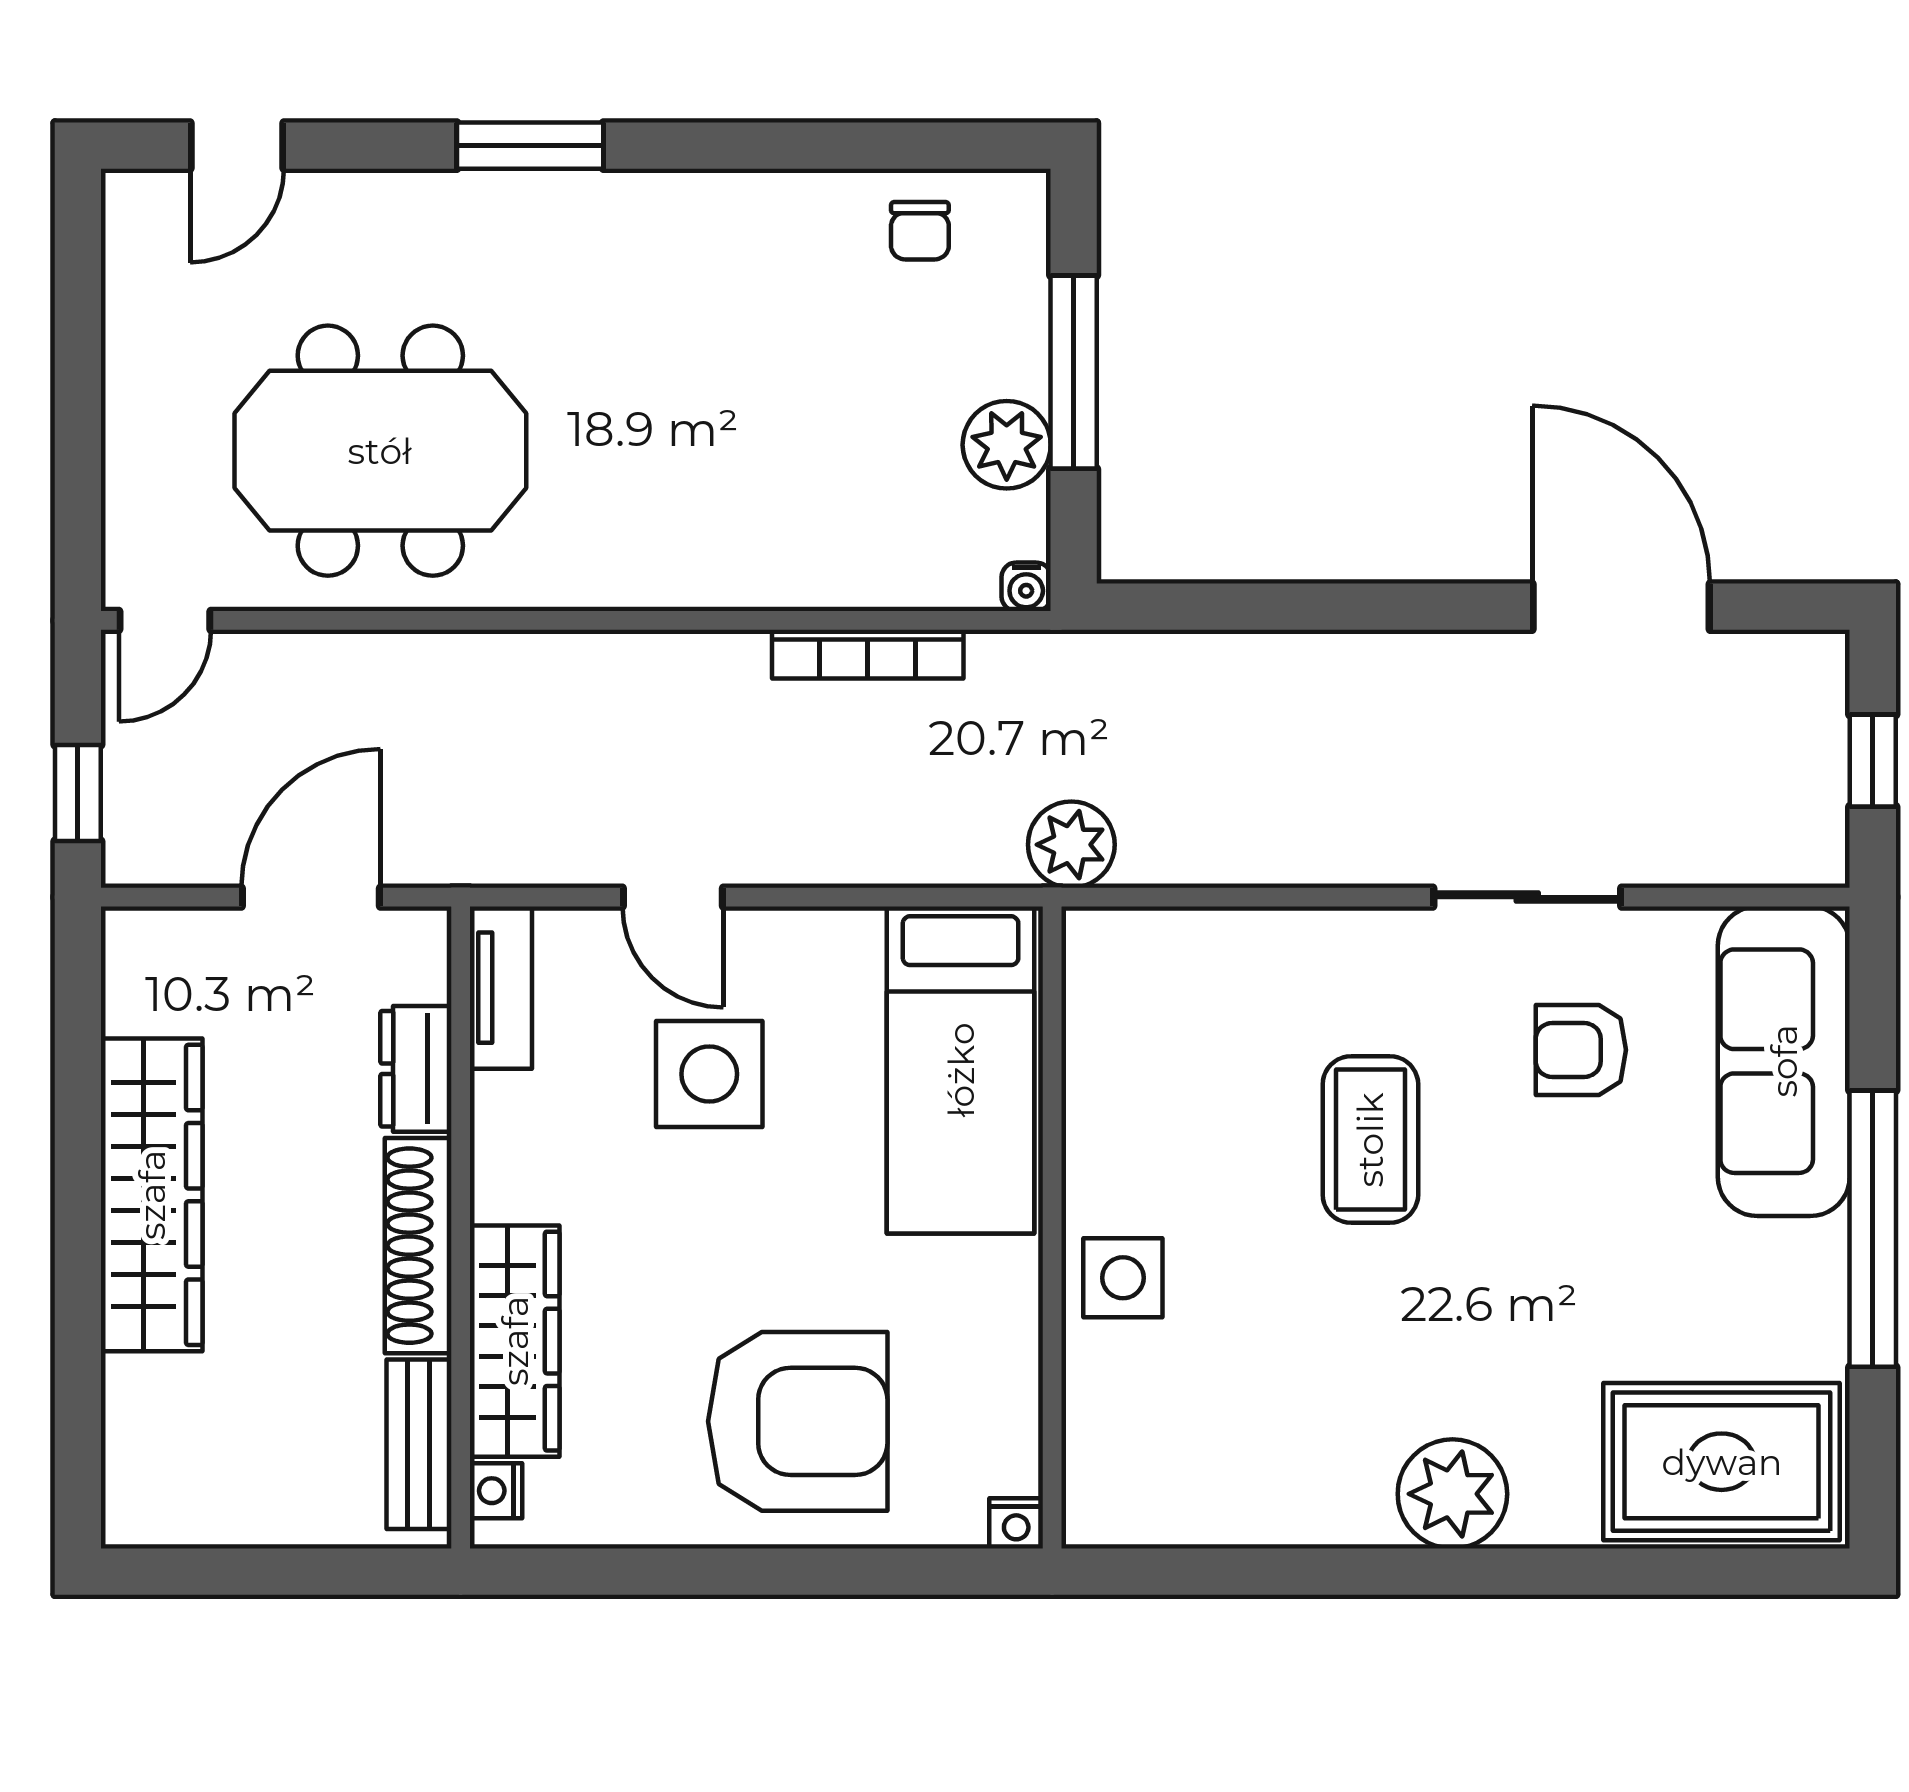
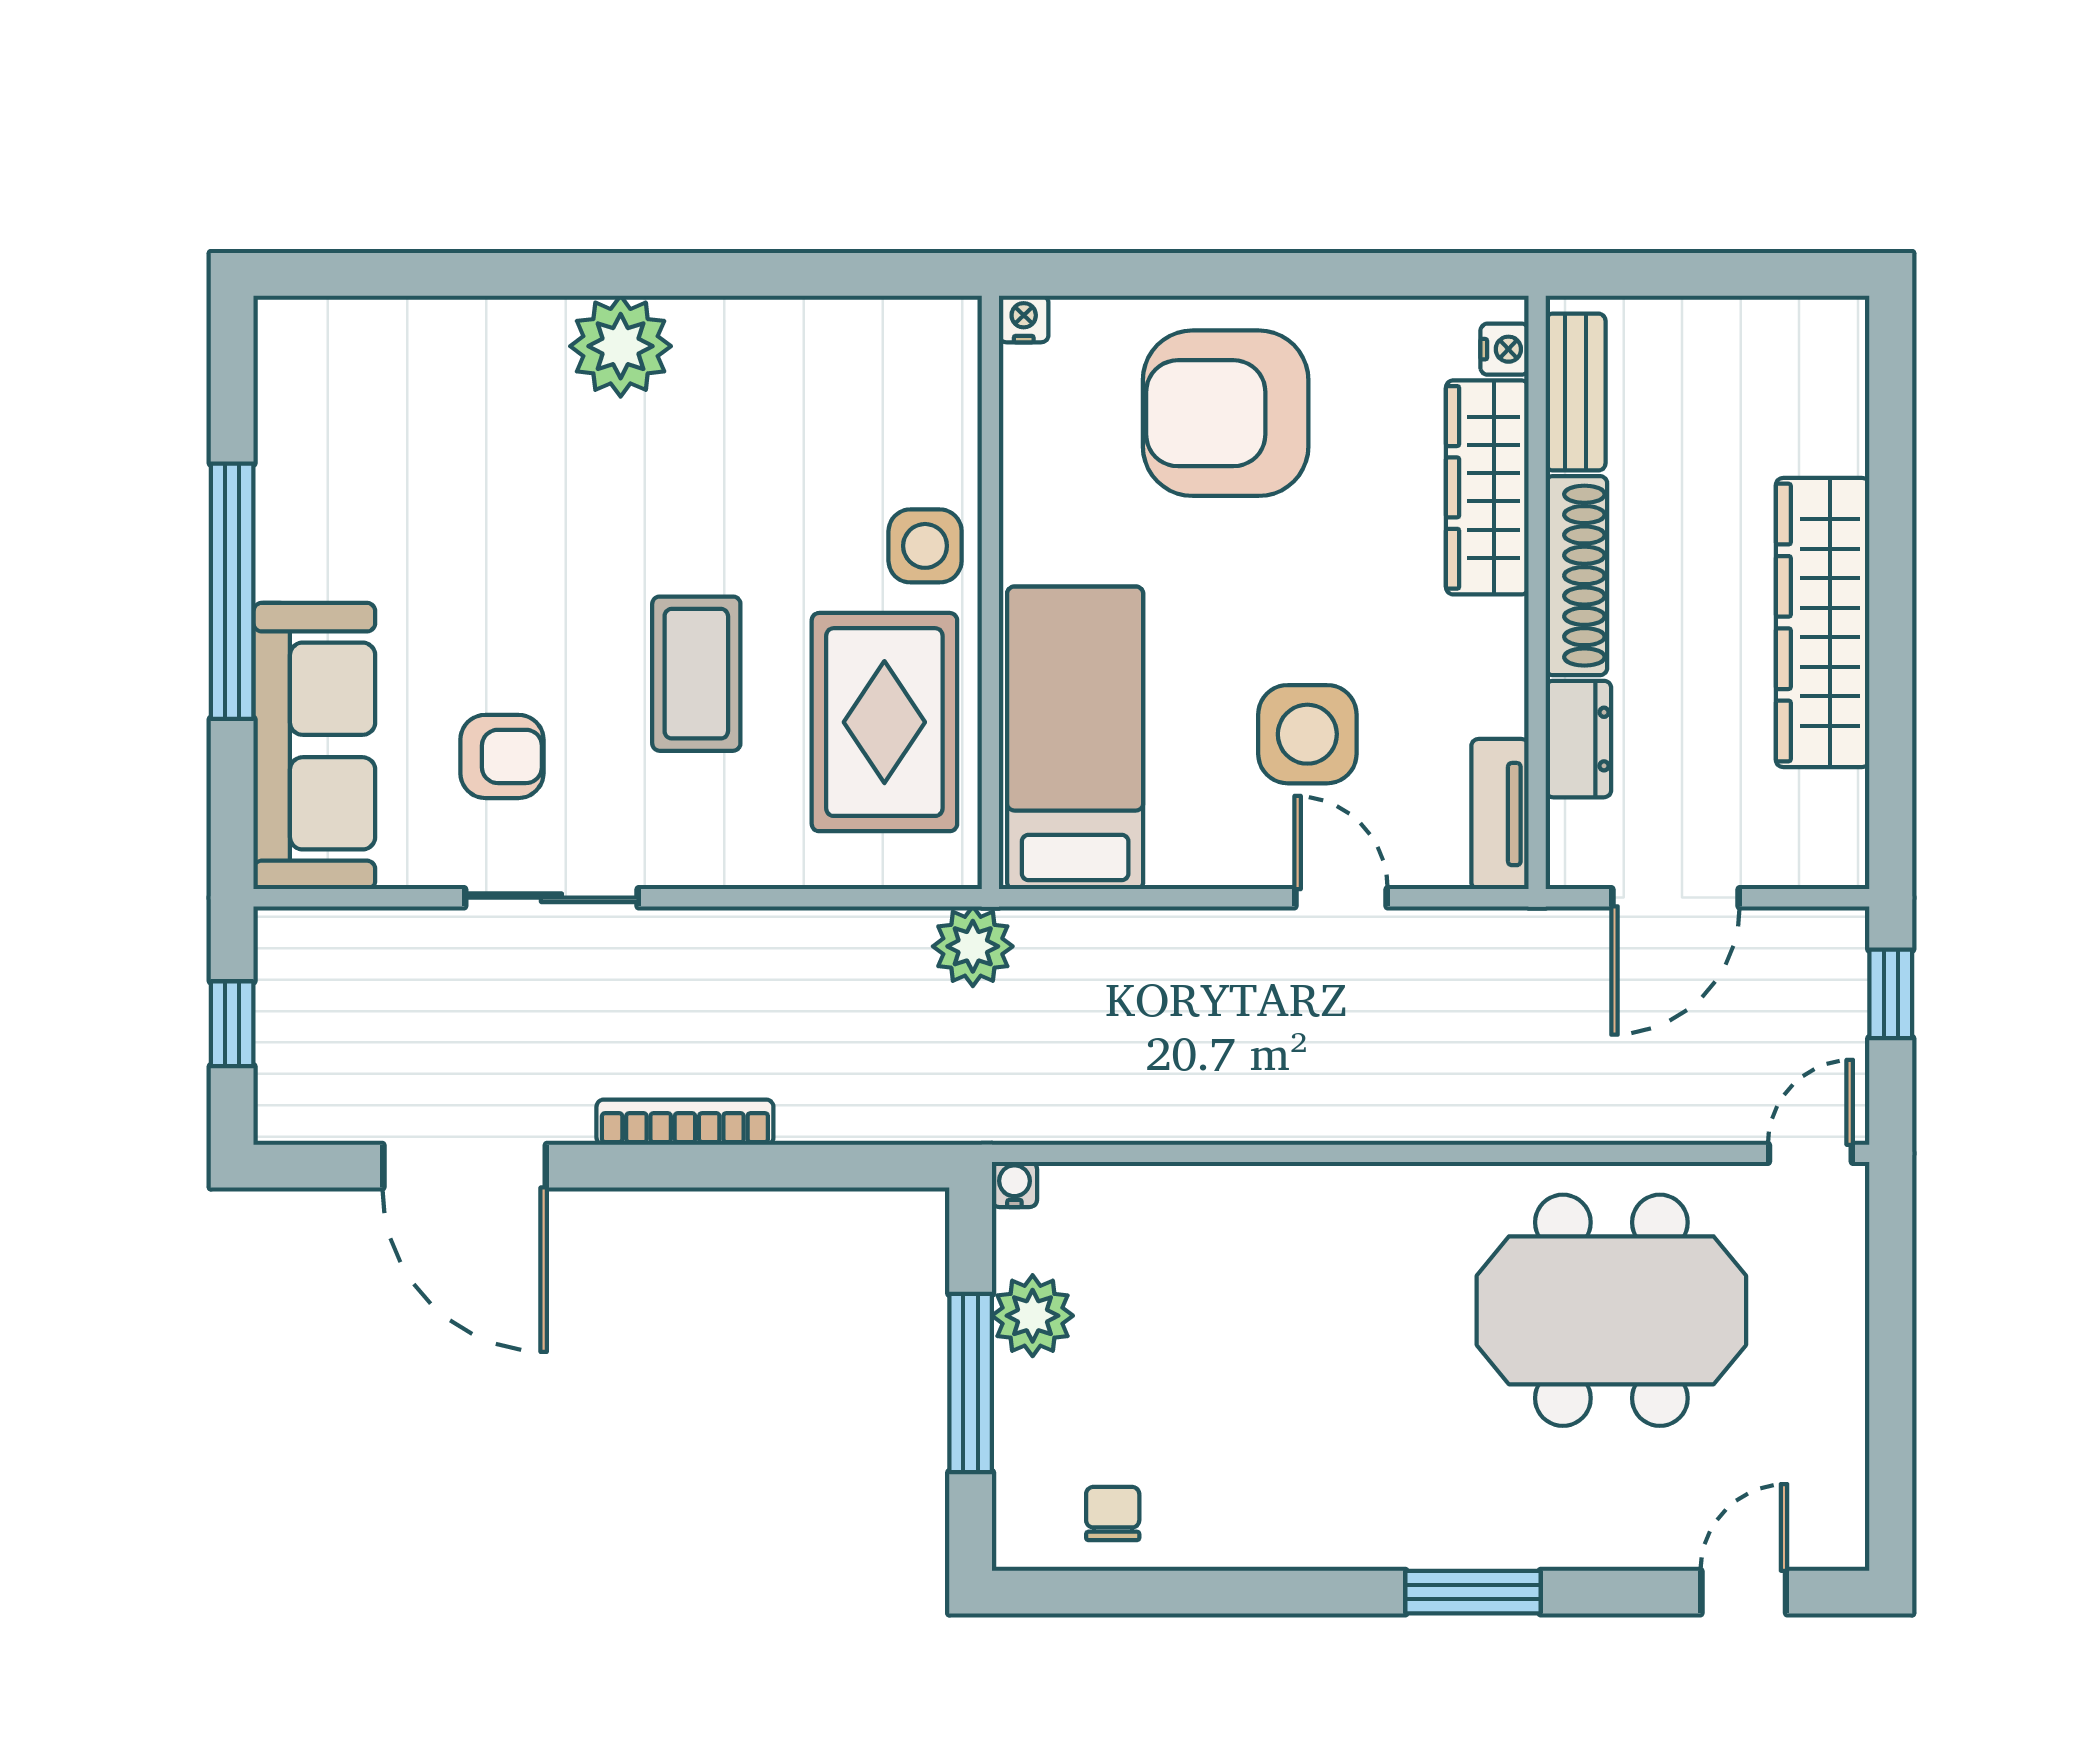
bookcase: (868, 654) -> (685, 1122), moved
rug: (1722, 1462) -> (884, 722), moved, turned 90

